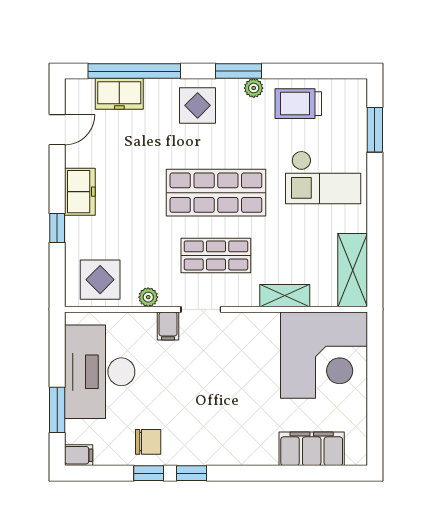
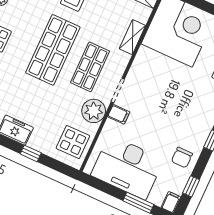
plant: (148, 297) -> (94, 111), width x1.88, depth x1.88
chair: (148, 442) -> (182, 158), turned 180
window: (149, 473) -> (191, 186), moved

